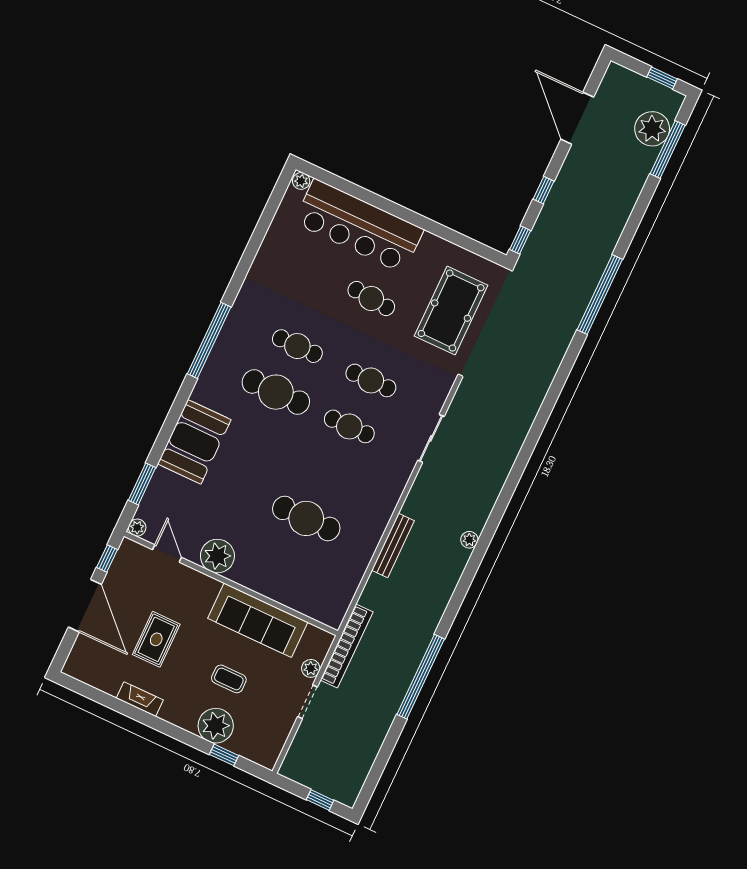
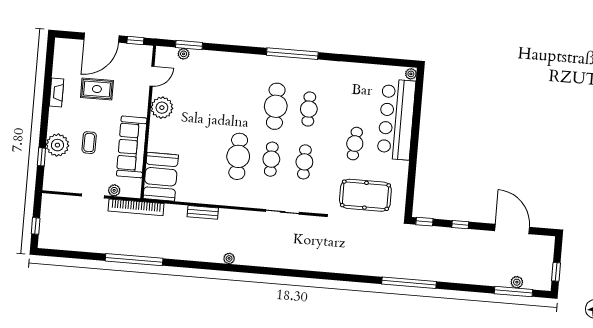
door: (577, 118) -> (512, 229), hinge flipped
plant: (652, 129) -> (517, 282), width x0.53, depth x0.53
booth: (194, 442) -> (161, 177), moved, turned 90
cafe table: (306, 518) -> (238, 156), moved
plant: (137, 528) -> (184, 54), moved
bench: (393, 545) -> (203, 212), width x0.73

